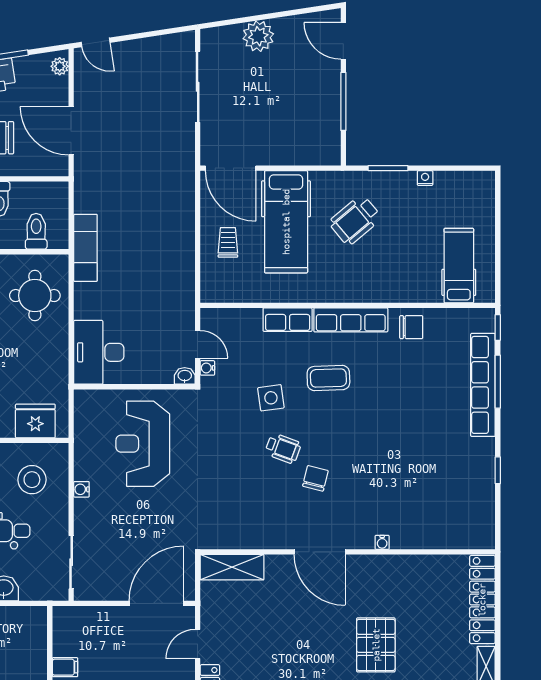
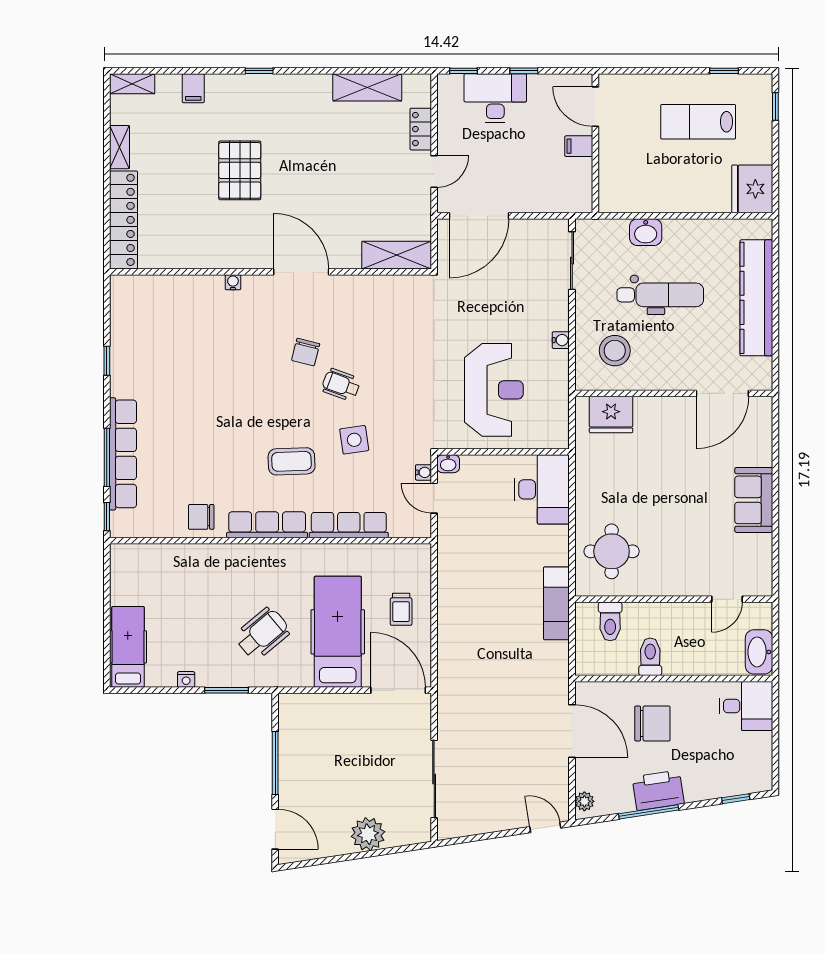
hospital bed: (459, 266) -> (128, 647), moved, turned 180
row of seats: (288, 320) -> (349, 525), width x1.48

